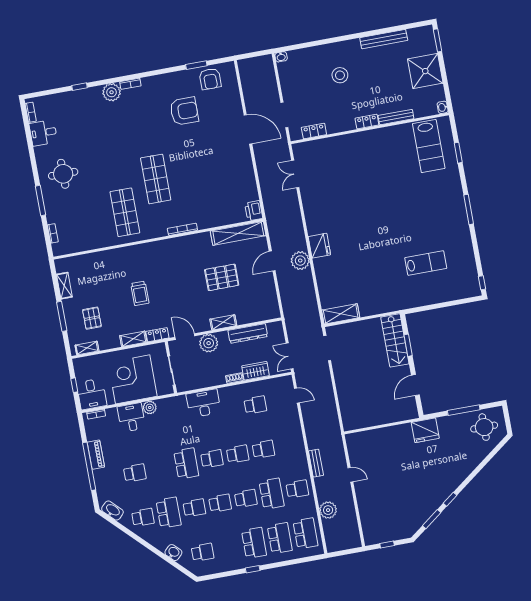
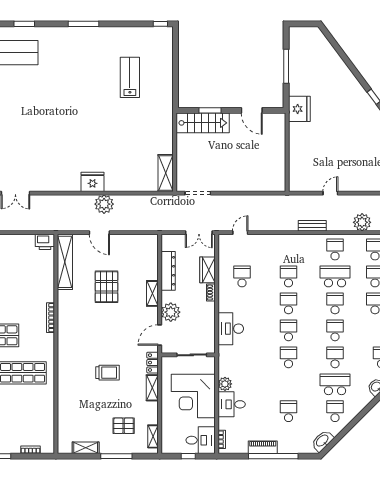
round table: (484, 427) -> (307, 49), removed
school desk: (186, 464) -> (288, 357), width x0.54

